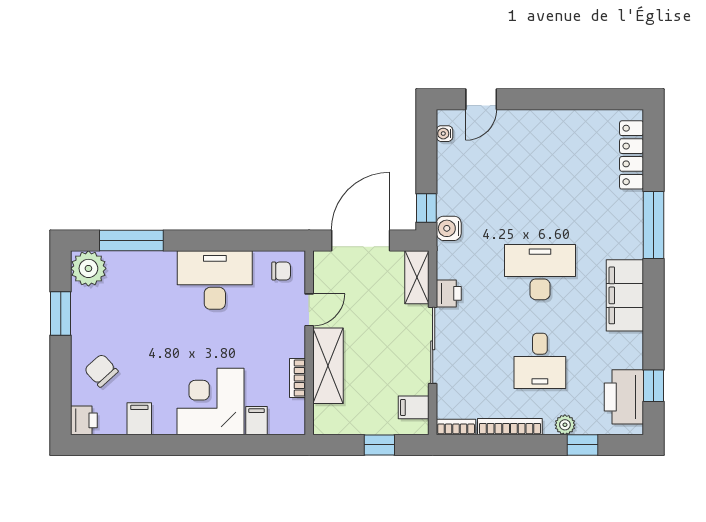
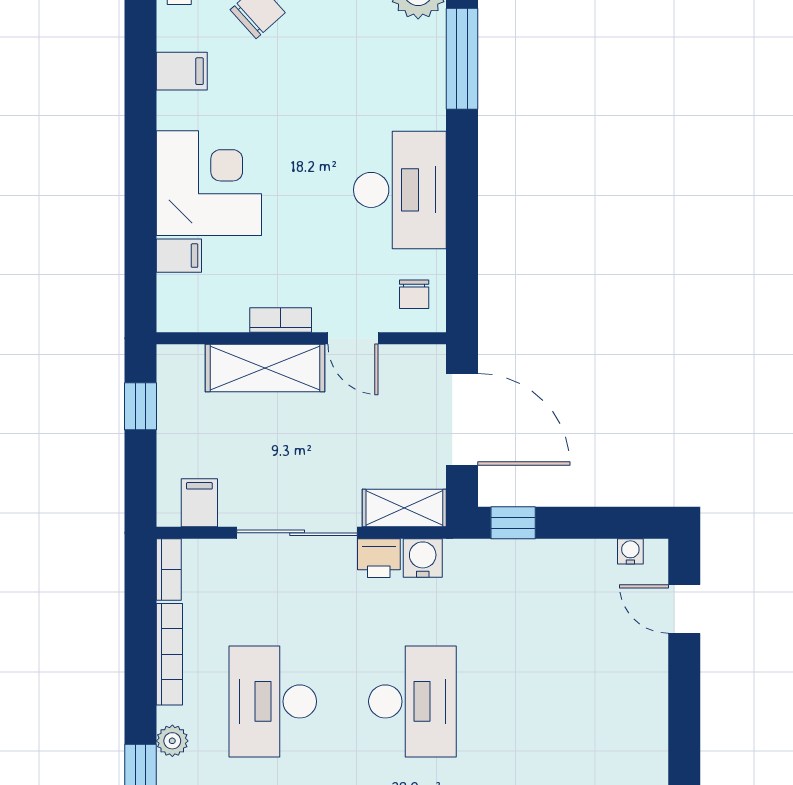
water cooler: (449, 228) -> (423, 558), moved
desk: (540, 361) -> (273, 701), width x1.37
bookcase: (297, 378) -> (281, 320), moved
window: (379, 445) -> (140, 406), moved

